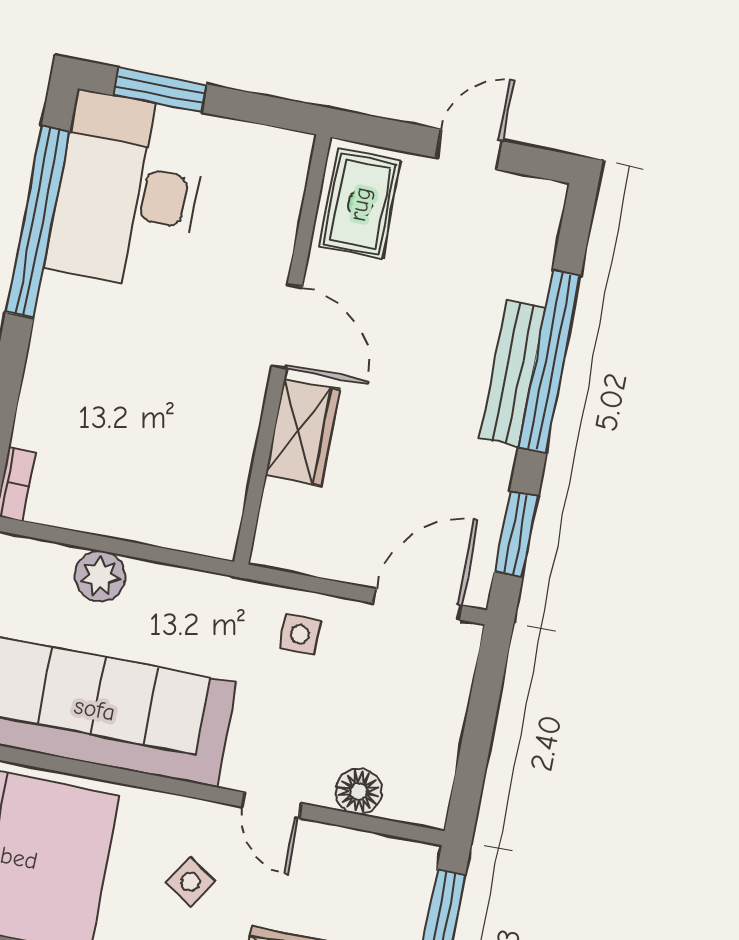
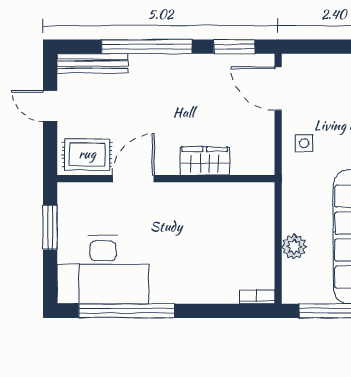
window: (160, 90) -> (50, 227), moved
door: (287, 327) -> (133, 179), moved
bench: (513, 373) -> (93, 64), moved

